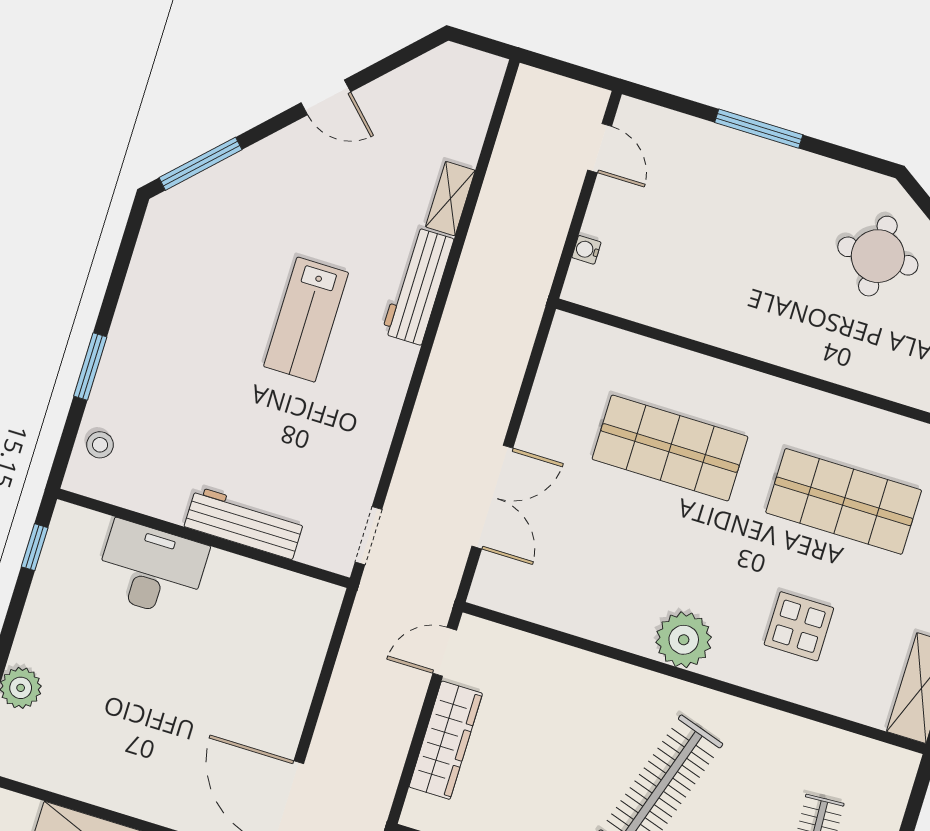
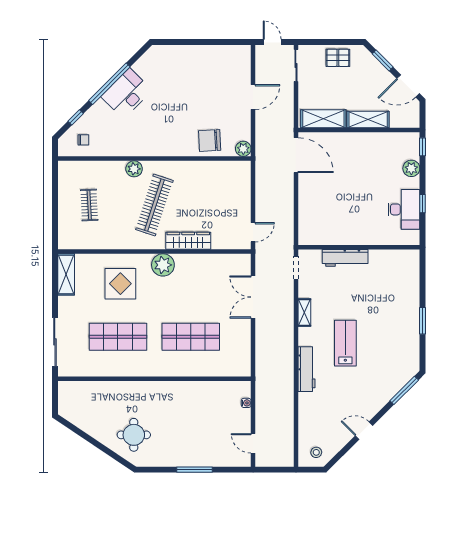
shelving: (450, 199) -> (304, 313), moved
window: (90, 366) -> (423, 321), moved
stool: (100, 445) -> (316, 452), moved
window: (35, 547) -> (423, 204), moved
desk: (151, 569) -> (404, 209), moved, turned -90
display table: (799, 626) -> (120, 284), width x1.36, depth x1.36
wardrobe: (446, 740) -> (188, 241), moved, turned 90

